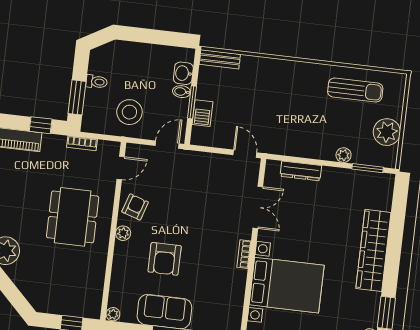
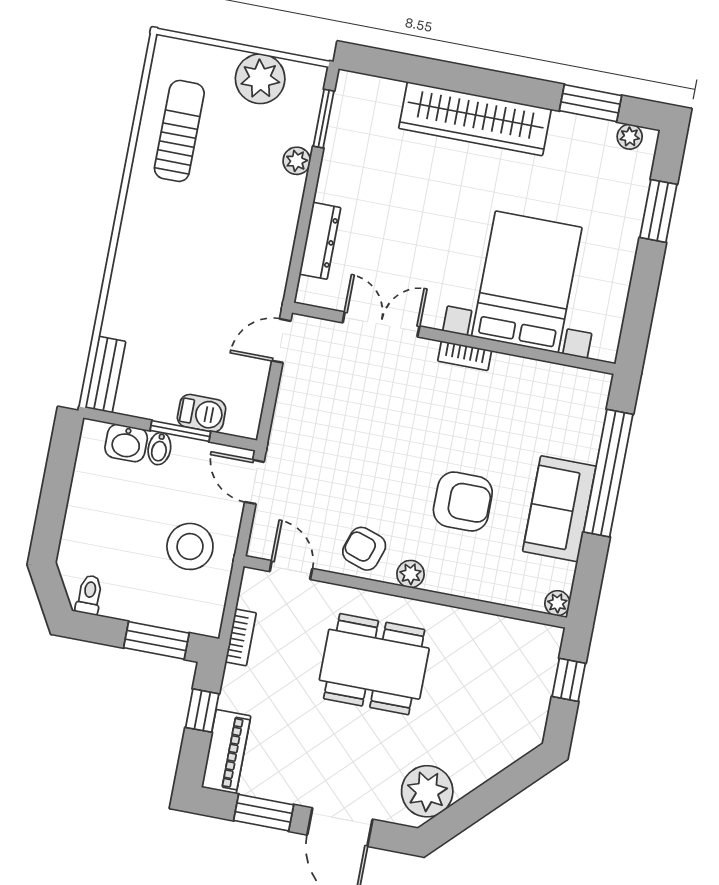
toilet: (97, 82) -> (89, 595), moved

